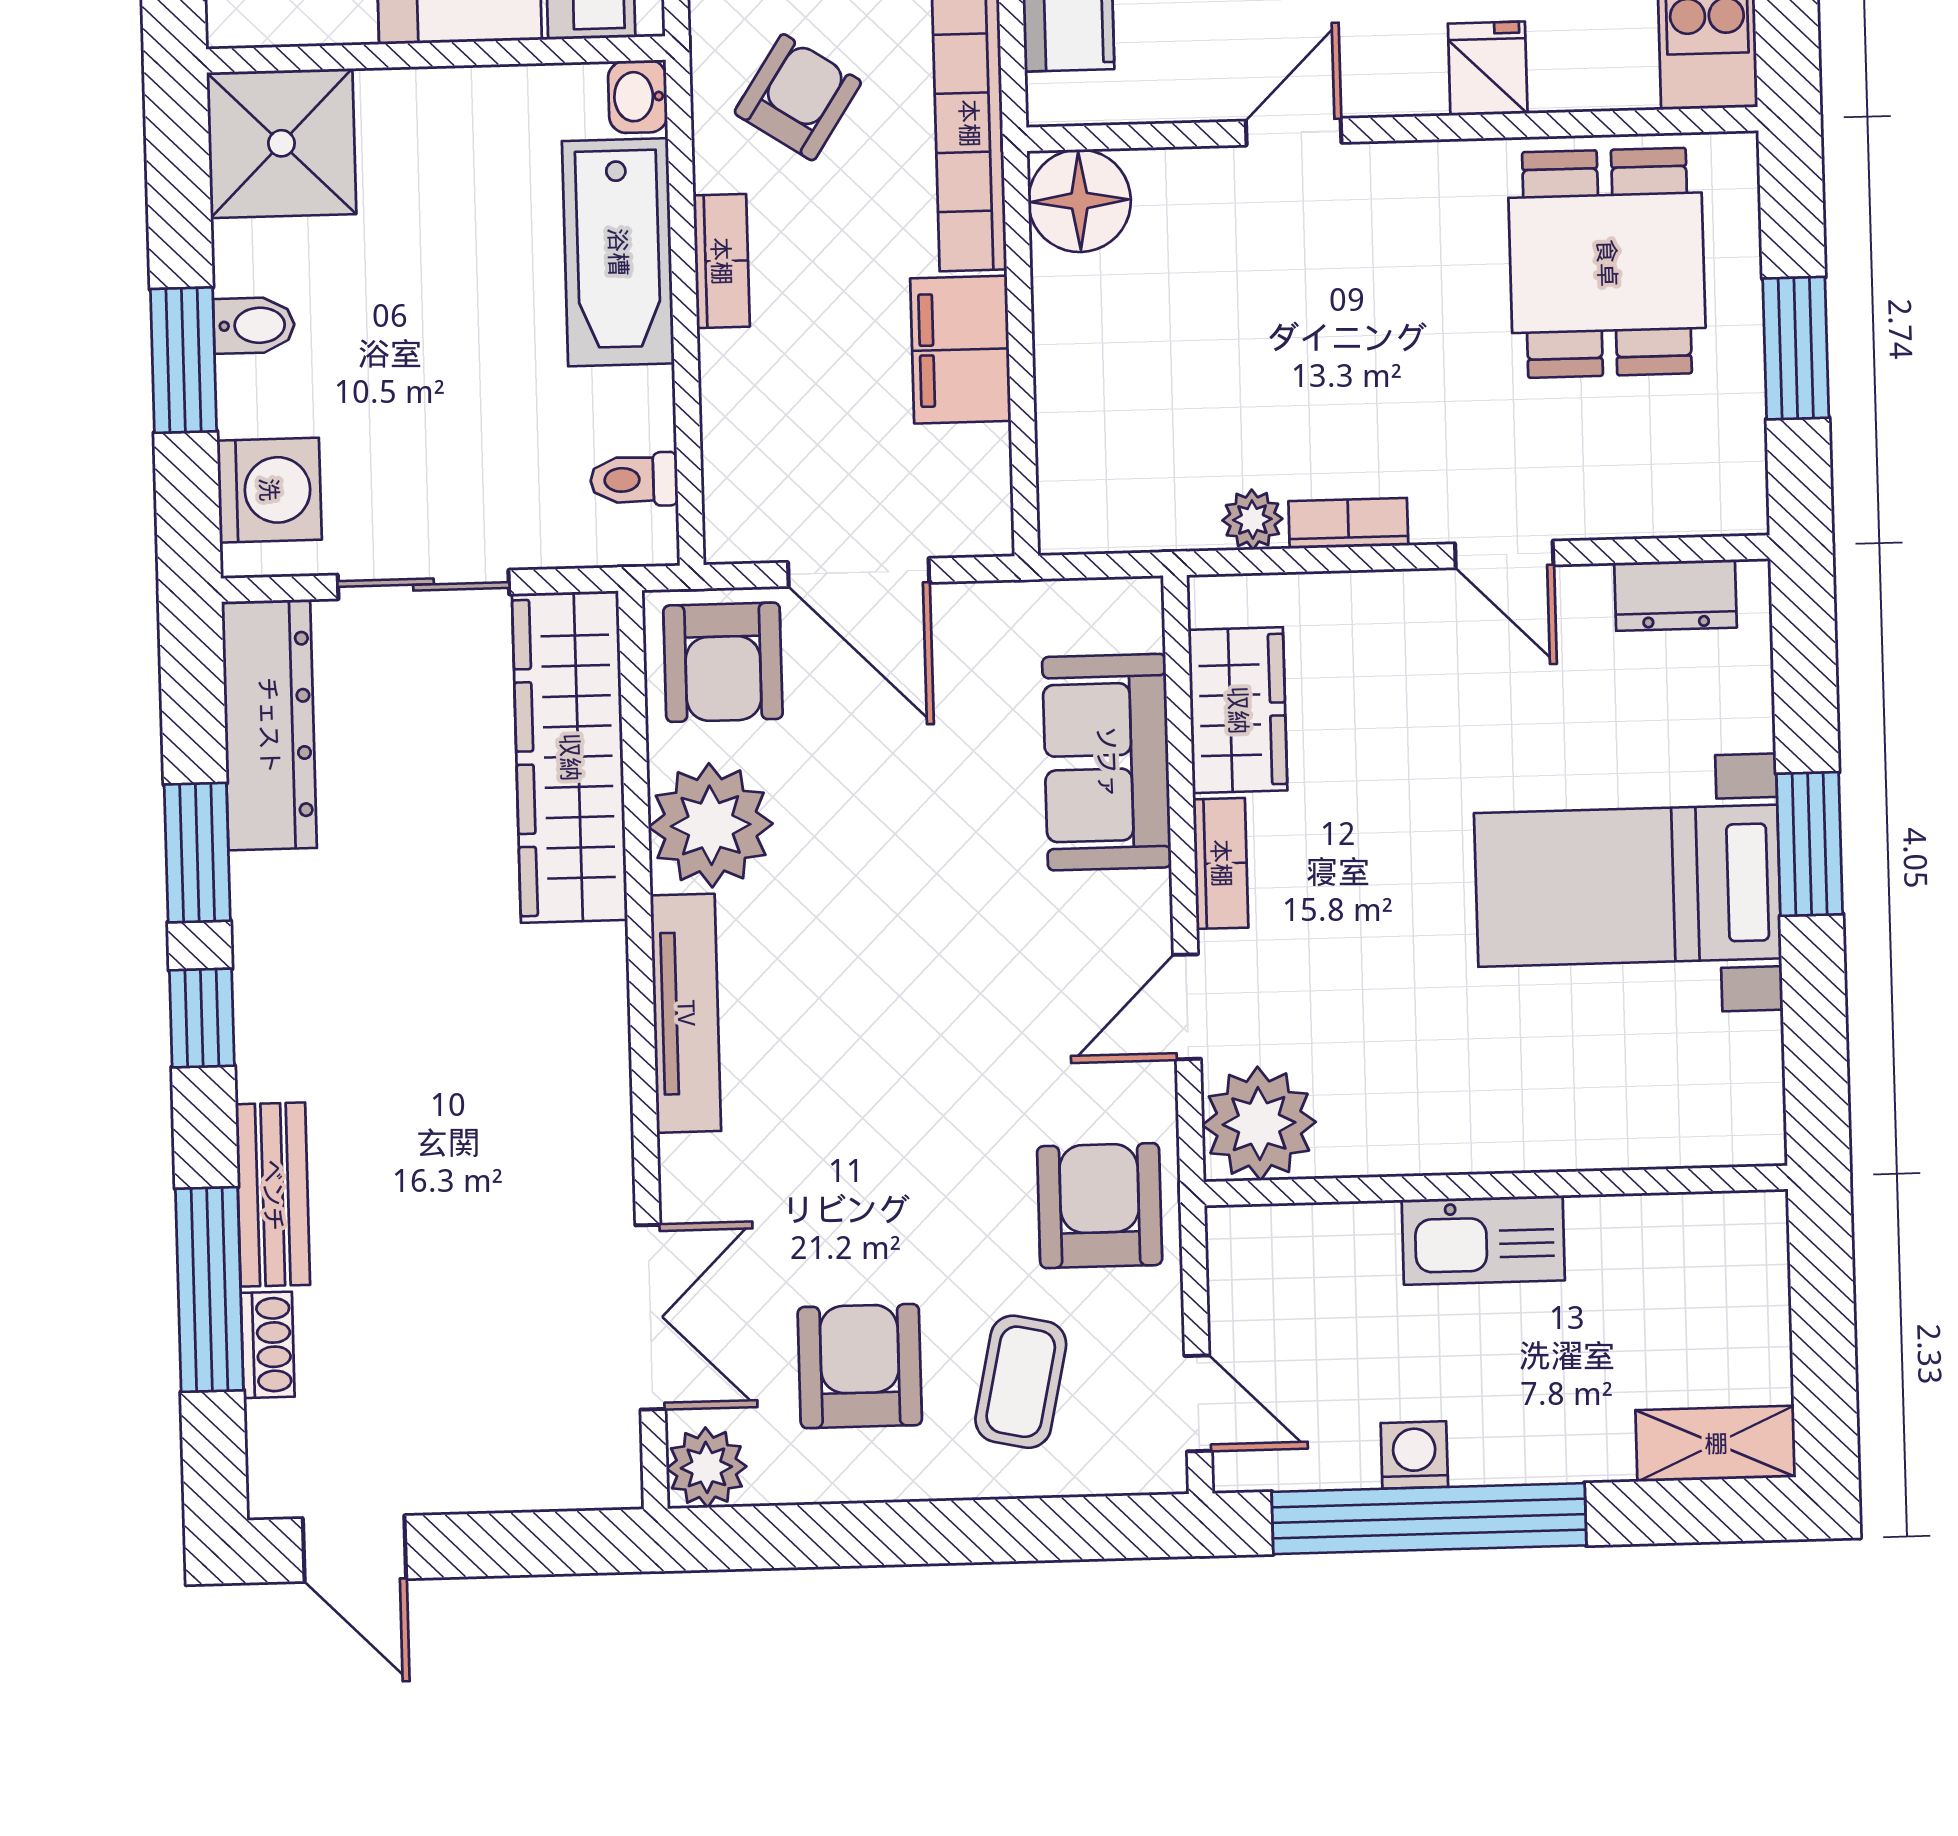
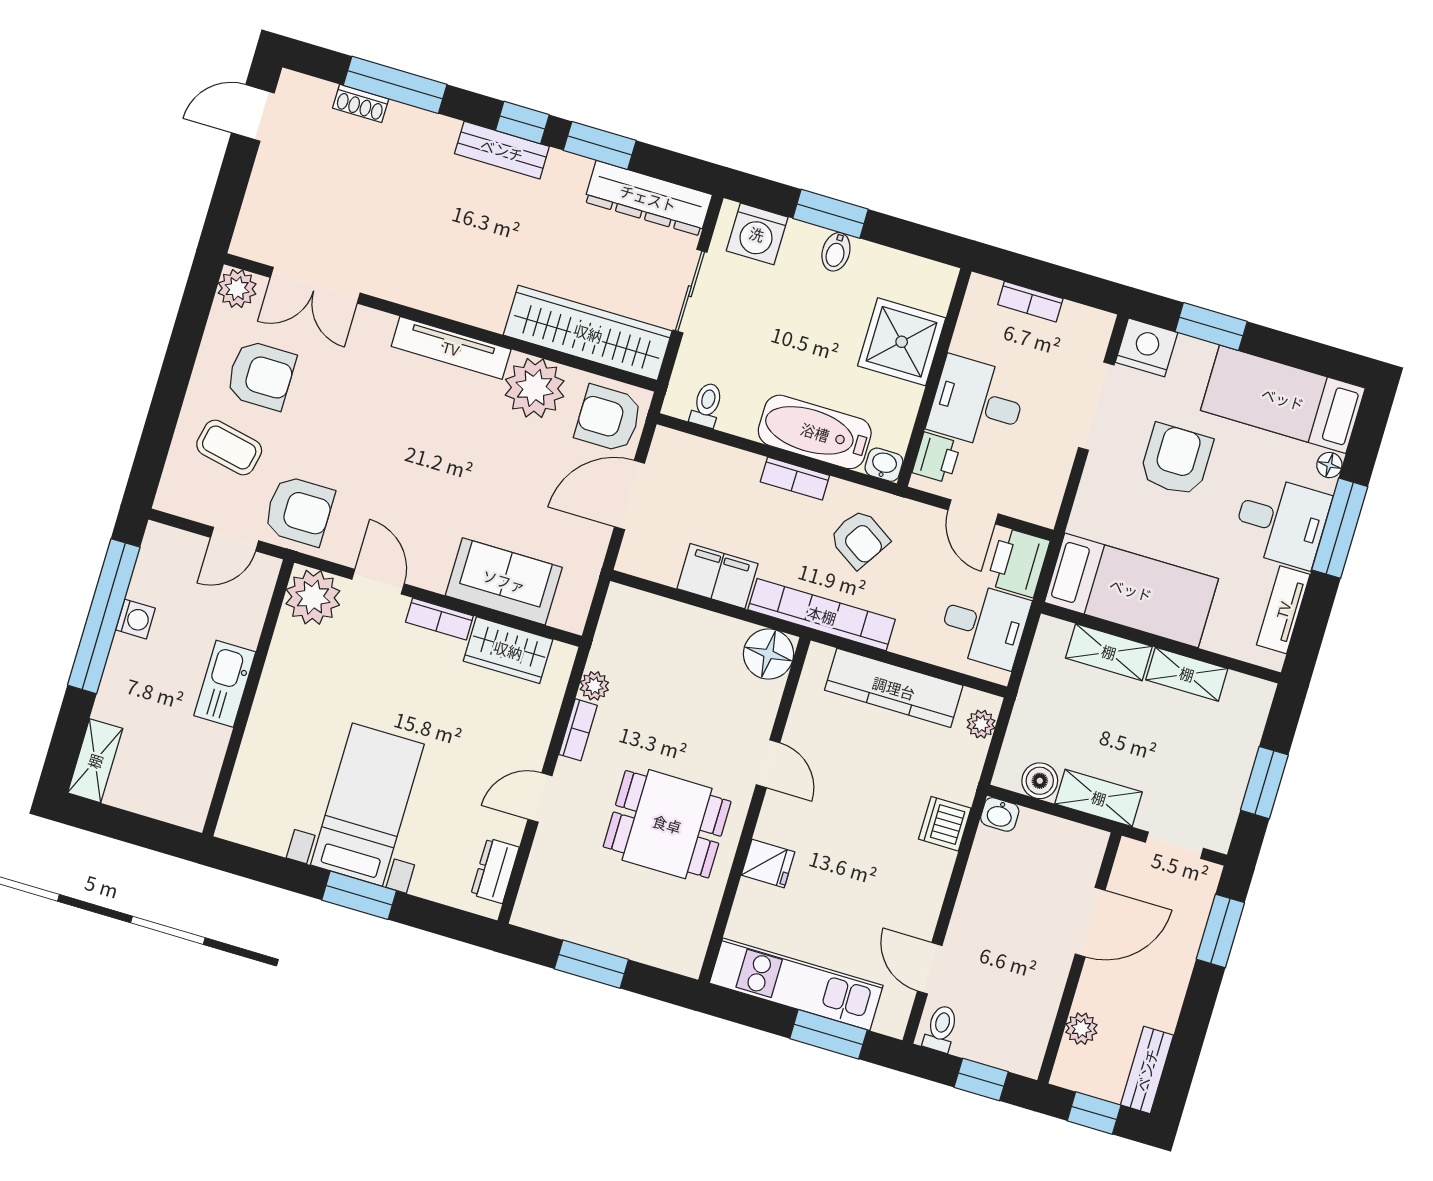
shower: (281, 143) -> (902, 342), moved
dining table: (1607, 263) -> (667, 824), moved
bench: (273, 1195) -> (502, 150), moved
door: (1198, 1403) -> (235, 539), moved

